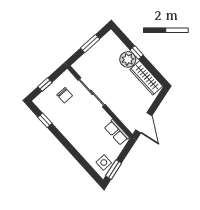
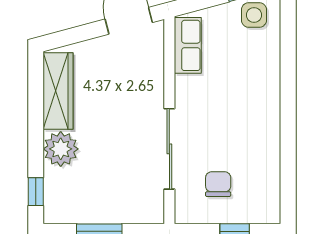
window: (137, 52) -> (36, 192), moved
window: (45, 120) -> (288, 172), removed

